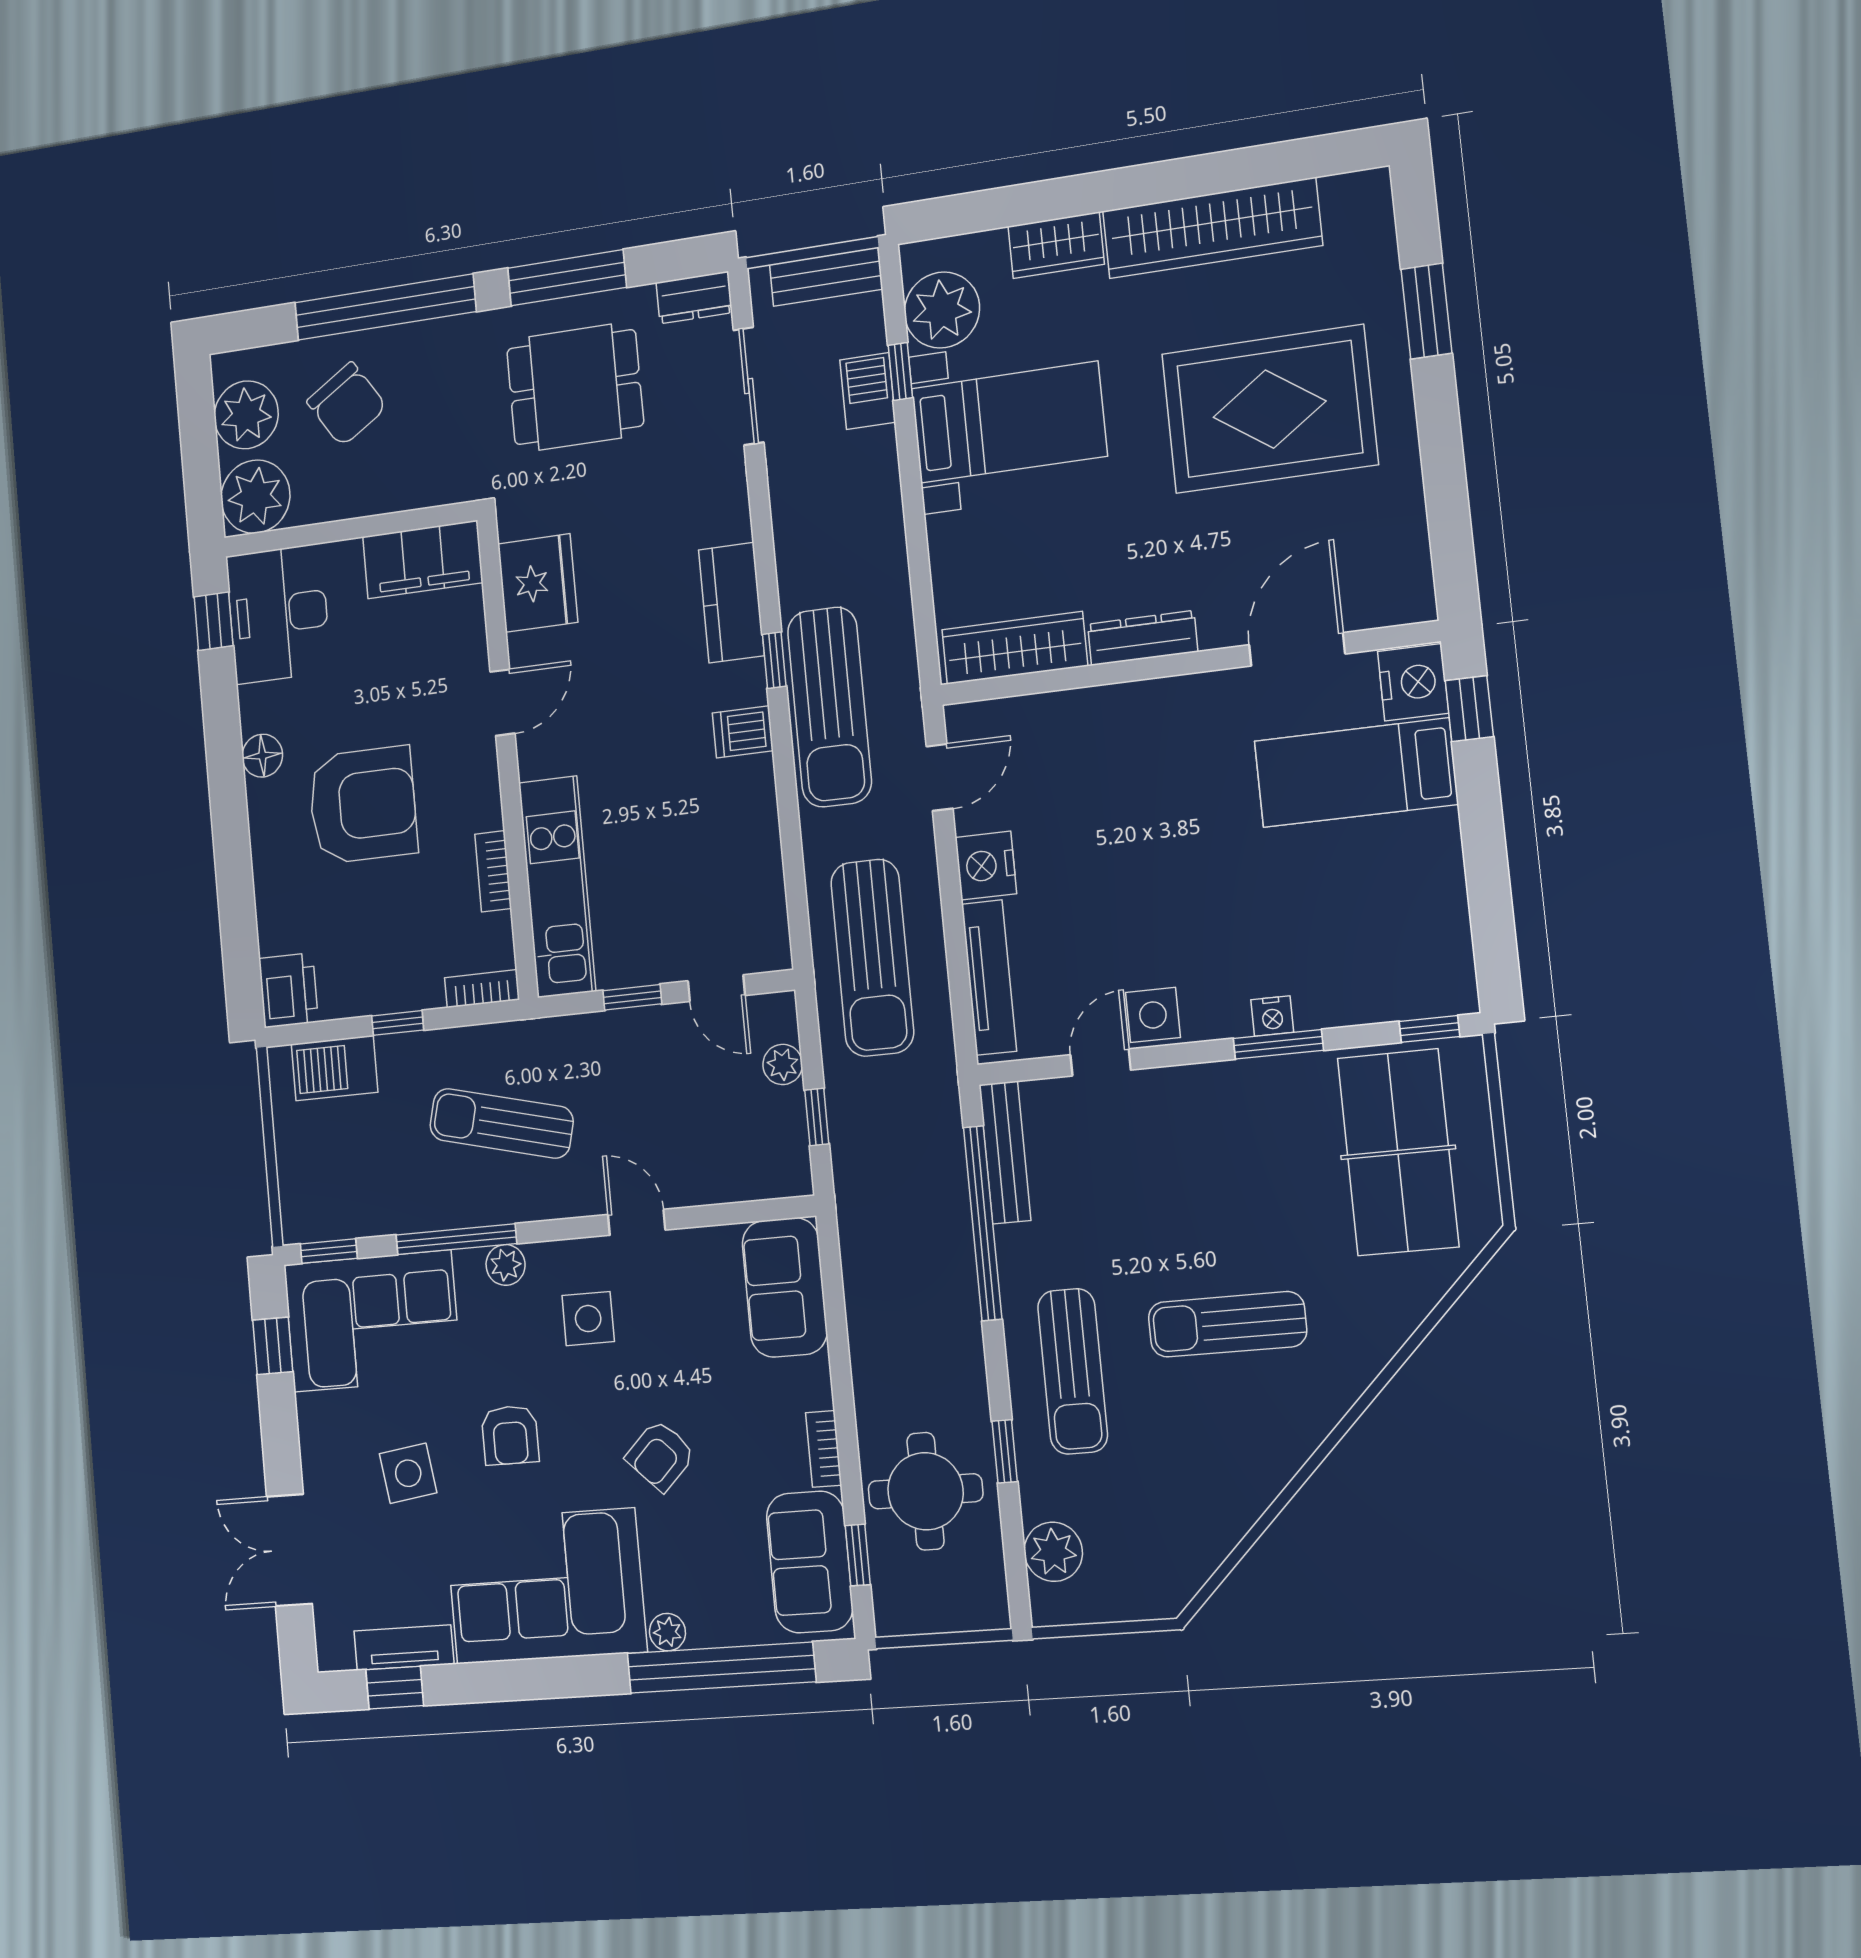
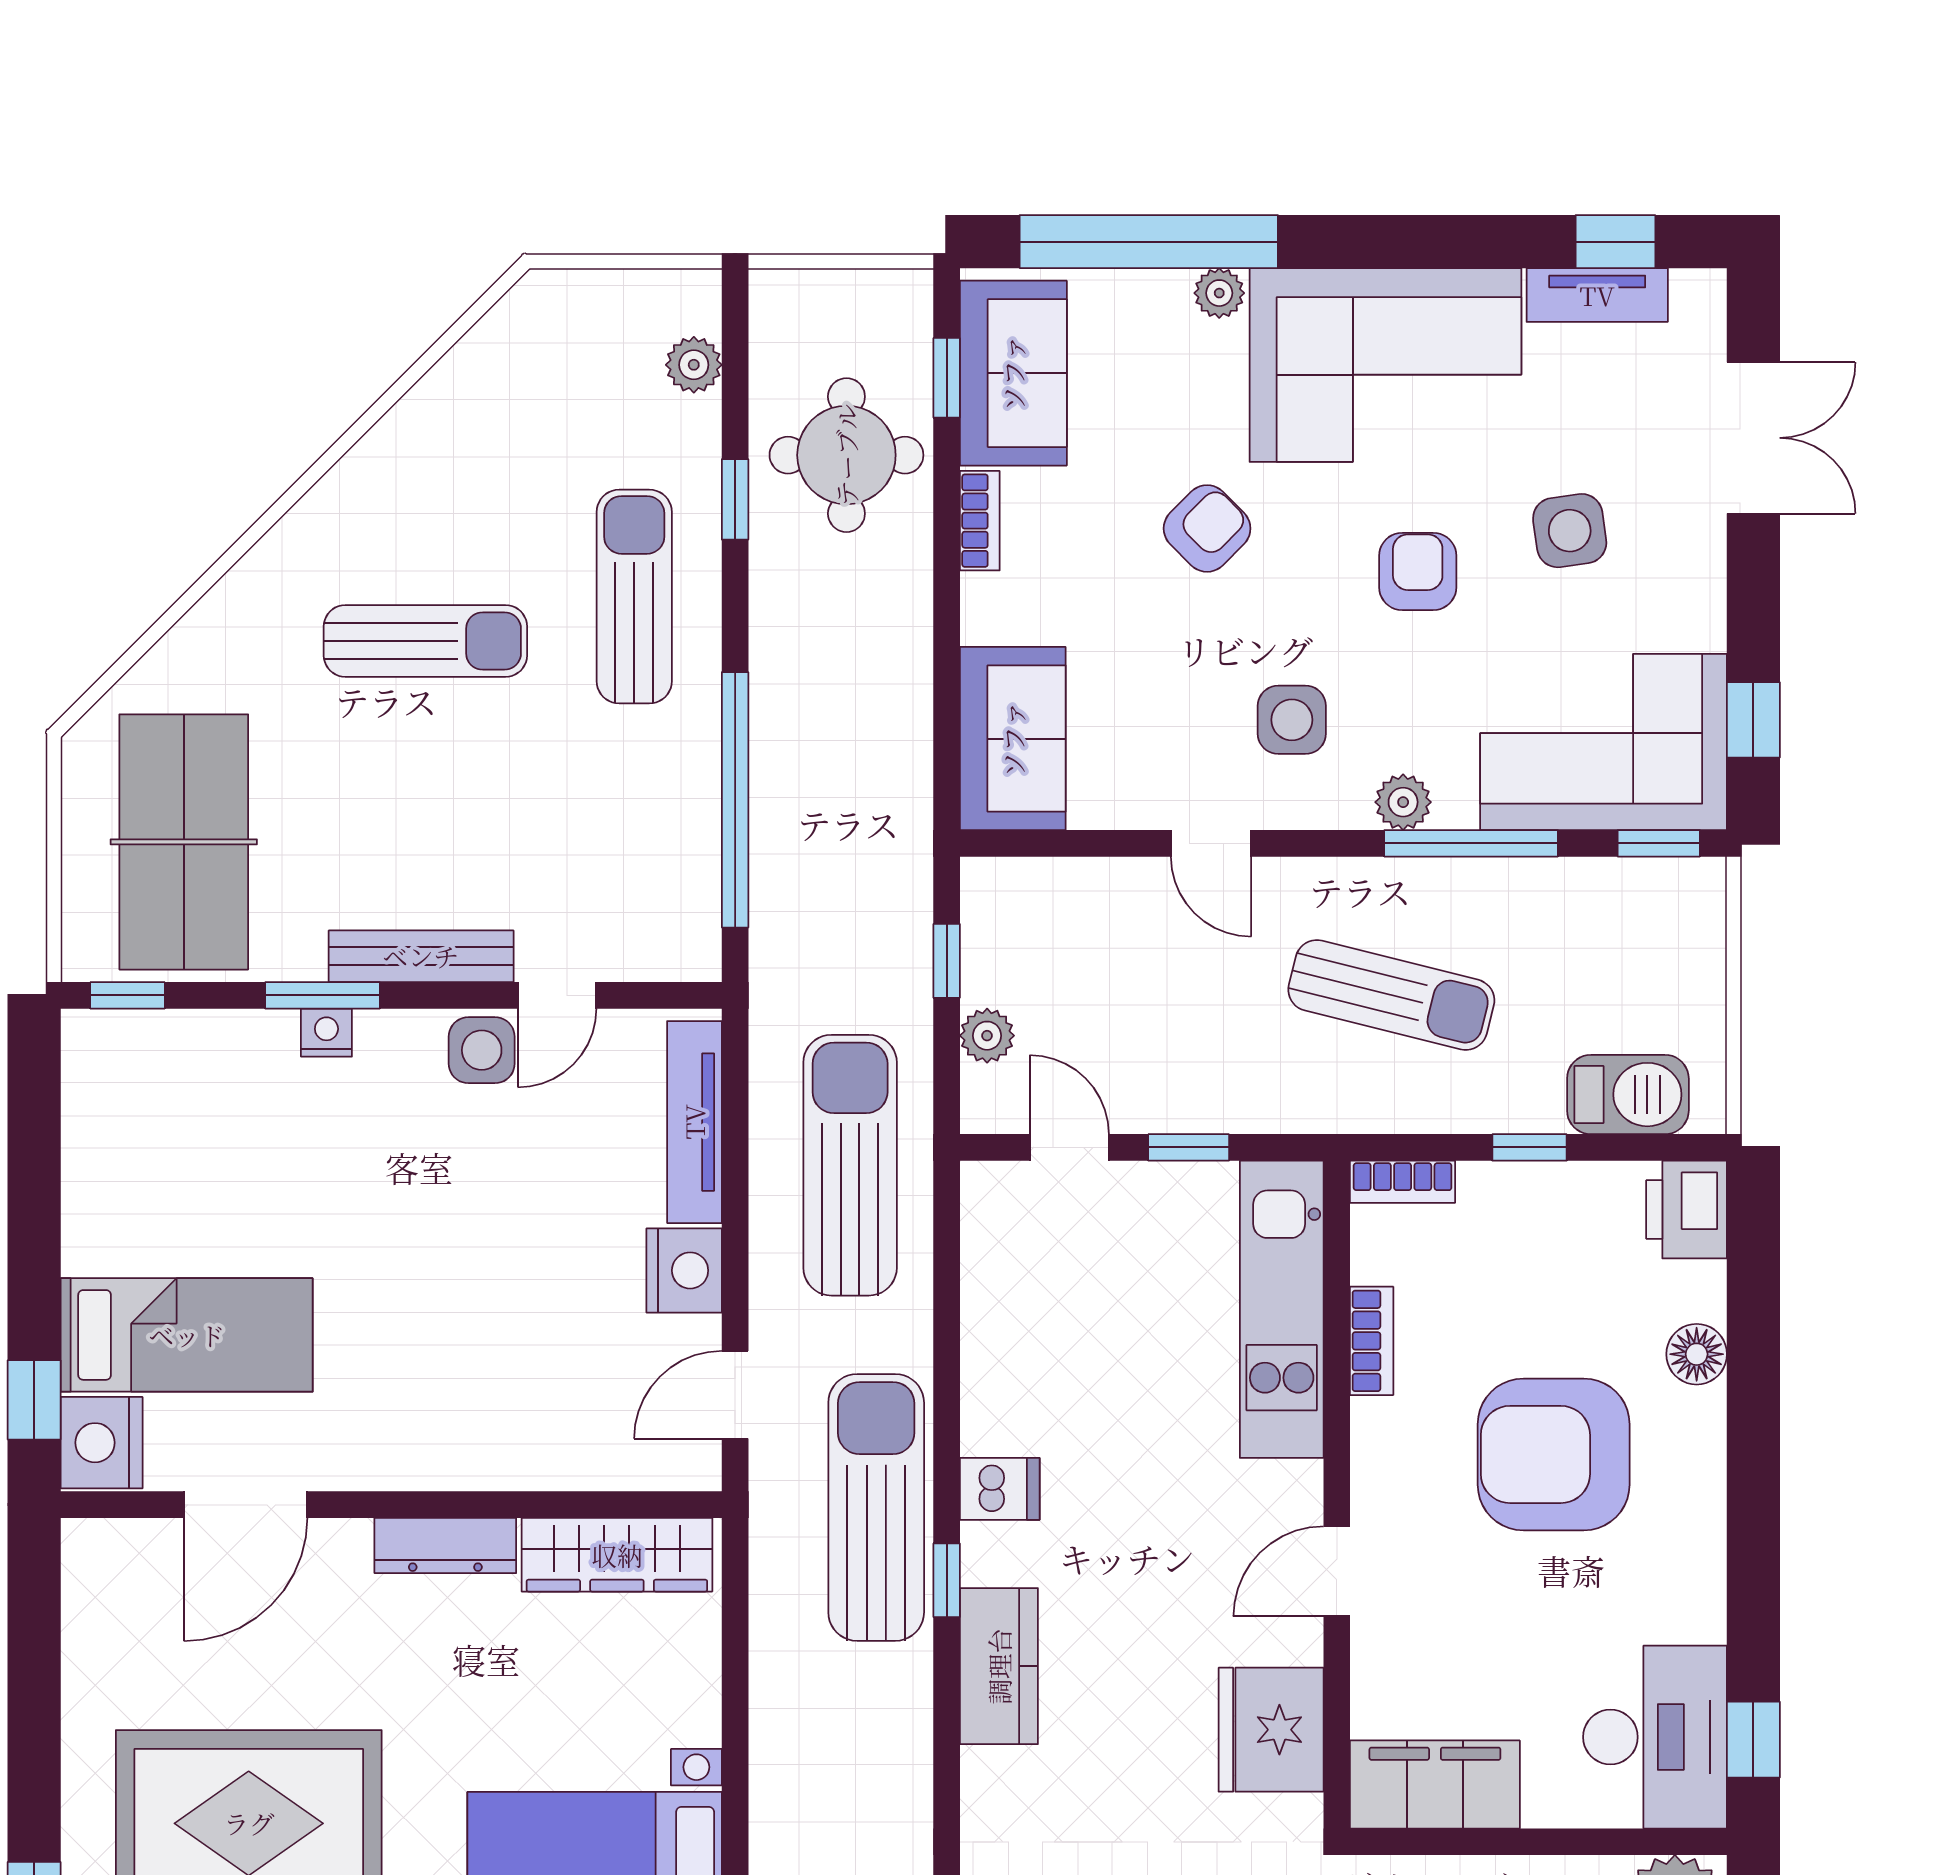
floor lamp: (262, 756) -> (1697, 1354), moved
bench: (1005, 1153) -> (421, 956), moved, turned 90
plant: (1053, 1552) -> (694, 365), width x0.73, depth x0.73

